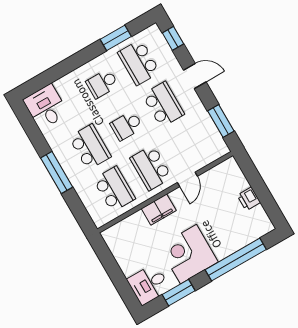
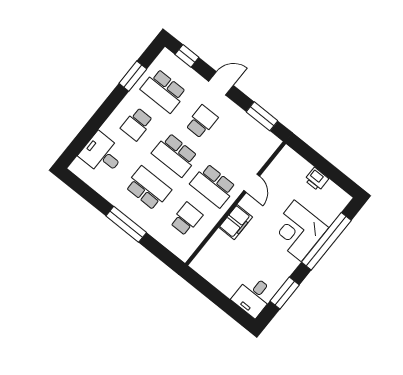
school desk: (163, 104) -> (202, 122), width x0.54
desk: (46, 107) -> (102, 154), moved
school desk: (127, 126) -> (175, 155), width x1.85
school desk: (114, 189) -> (186, 219), width x0.54
corner desk: (188, 254) -> (298, 231), moved

